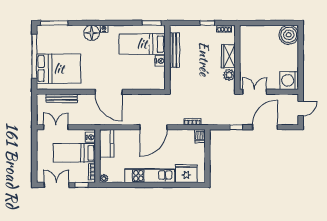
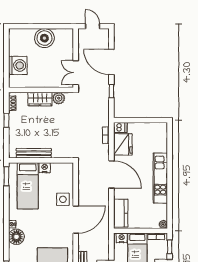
boiler: (289, 35) -> (44, 38), moved
side table: (129, 79) -> (63, 199), added
washing machine: (289, 80) -> (18, 65), moved, turned -90
kitchen counter: (107, 143) -> (121, 213), moved, turned 90
fridge: (186, 174) -> (123, 144), moved, turned 180

